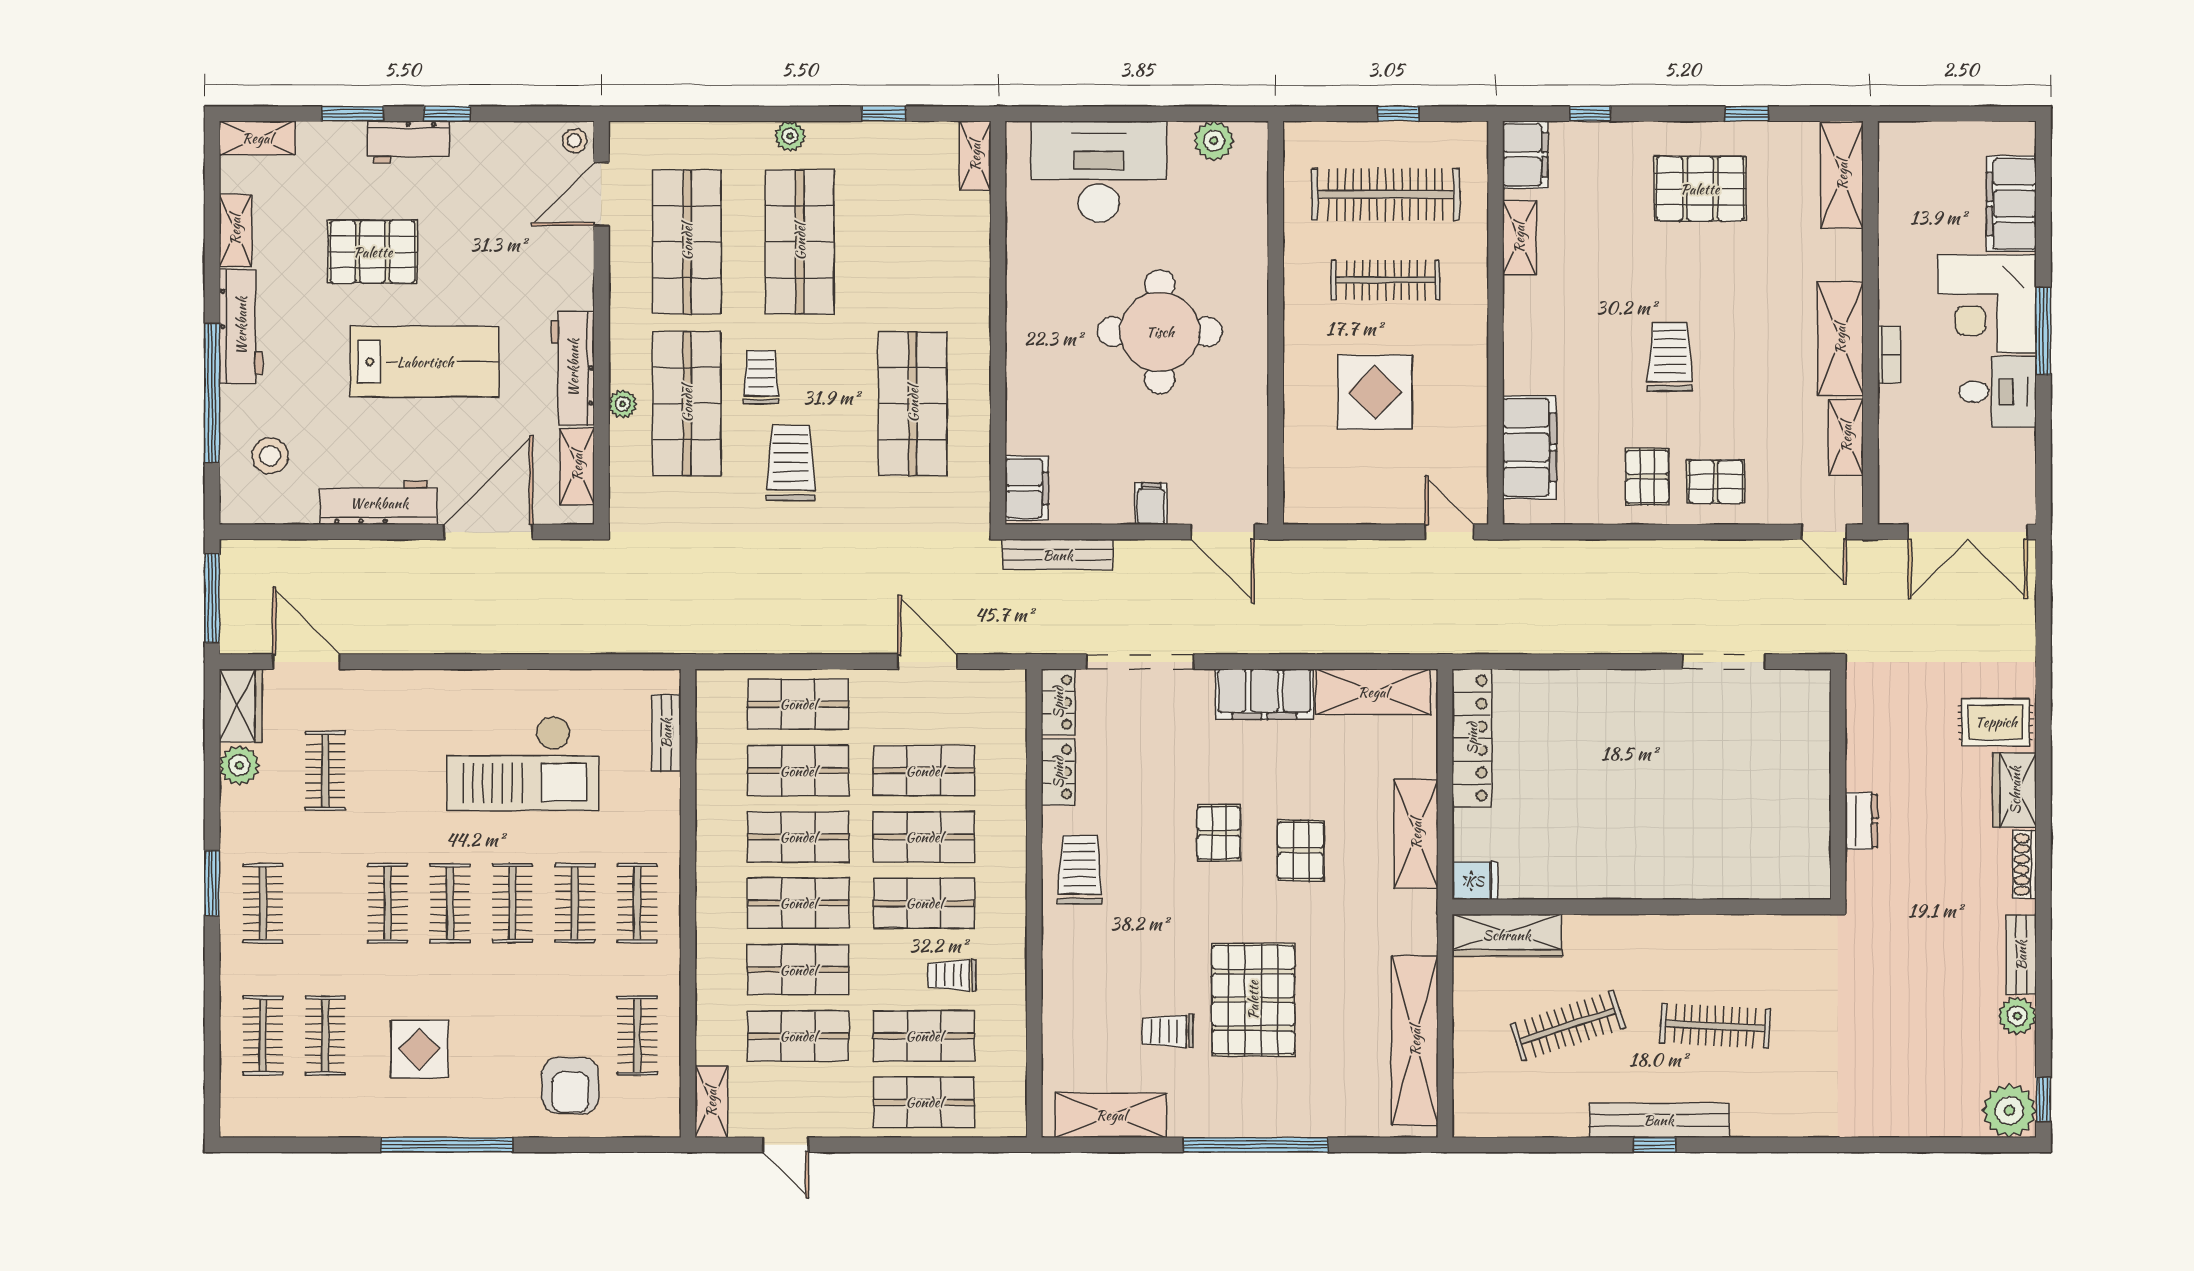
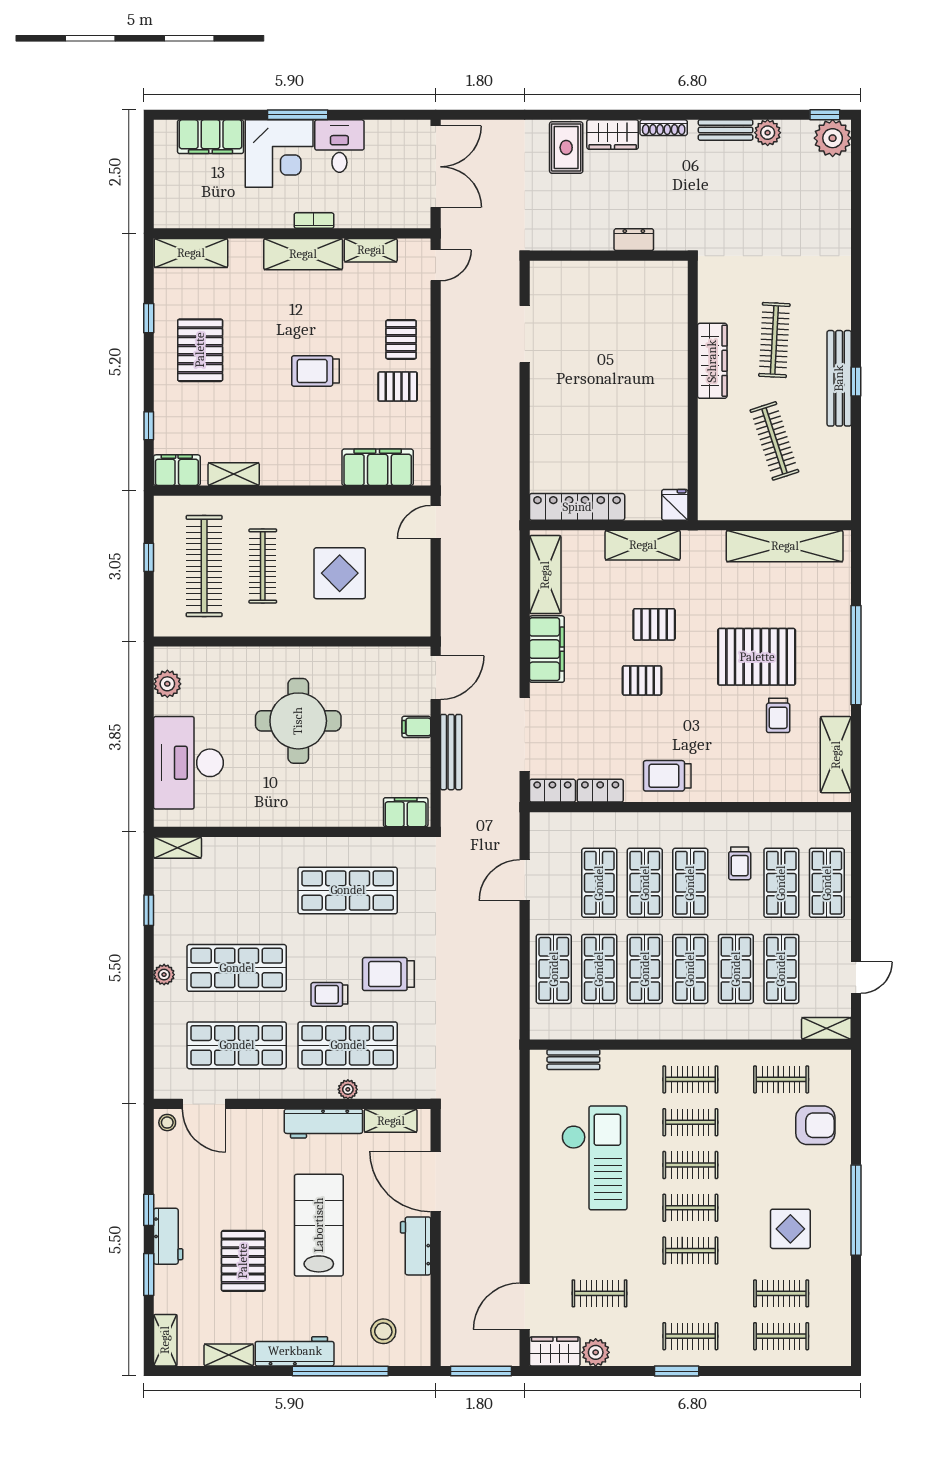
workbench: (379, 503) -> (416, 1246), width x0.73
bench: (1058, 555) -> (451, 752), moved
wardrobe: (1507, 935) -> (712, 361), moved

